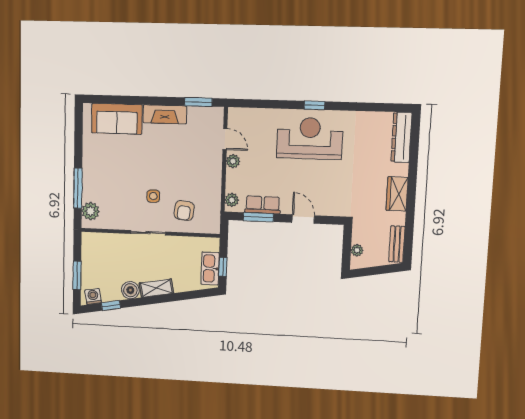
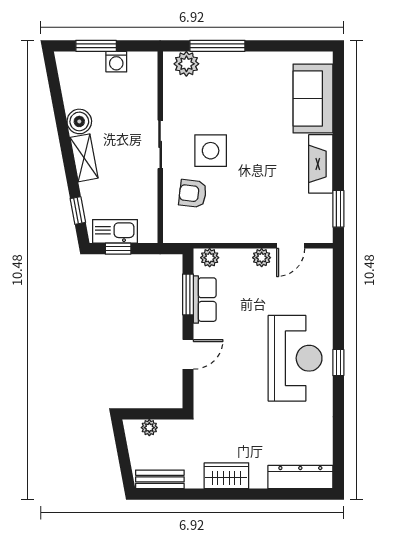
side table: (153, 196) -> (211, 151), width x1.87, depth x1.87
washing machine: (93, 296) -> (116, 62), moved, turned 101
window: (111, 305) -> (78, 210), moved

